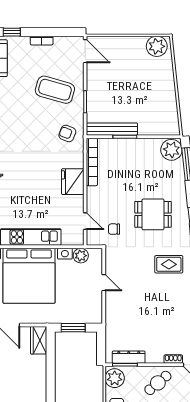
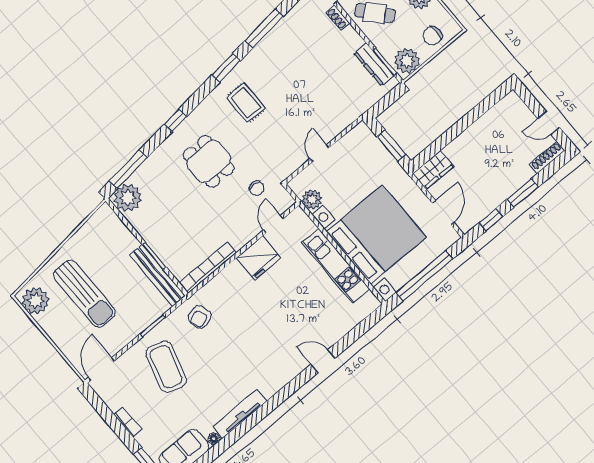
sun lounger: (137, 78) -> (84, 294), added
armchair: (67, 133) -> (200, 317), turned 50
fridge: (73, 182) -> (259, 258), moved

